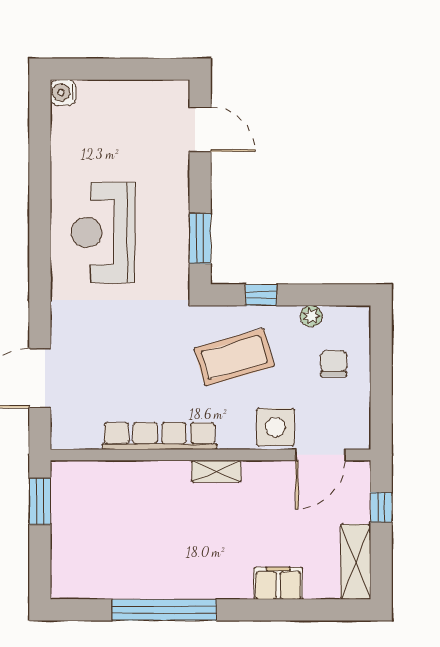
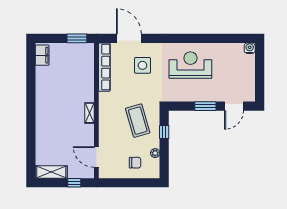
window: (200, 238) -> (205, 106), moved
side table: (275, 427) -> (142, 65), moved
row of seats: (160, 436) -> (104, 67), moved
filing cabinet: (278, 583) -> (42, 55), moved
window: (164, 610) -> (31, 91), removed

